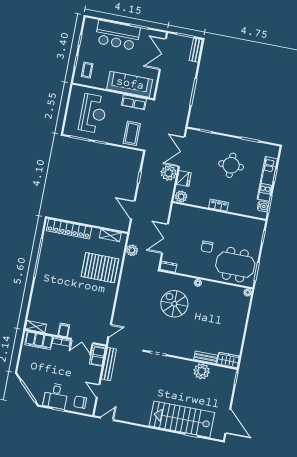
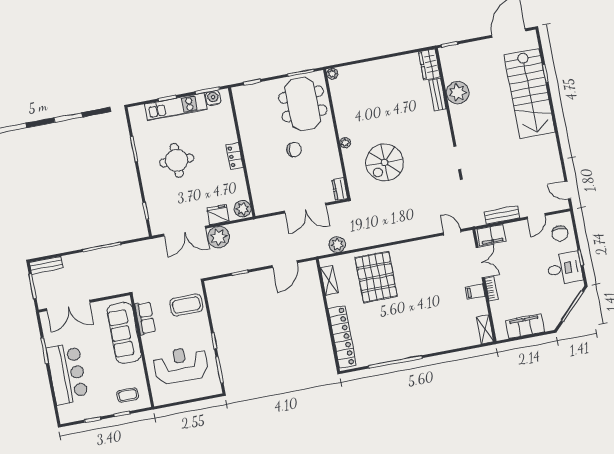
filing cabinet: (39, 341) -> (525, 326), moved, turned -90
bench: (109, 364) -> (502, 215), width x0.73

